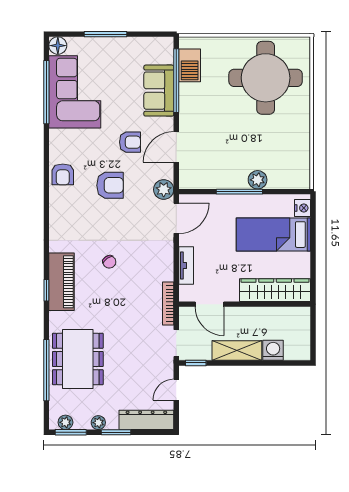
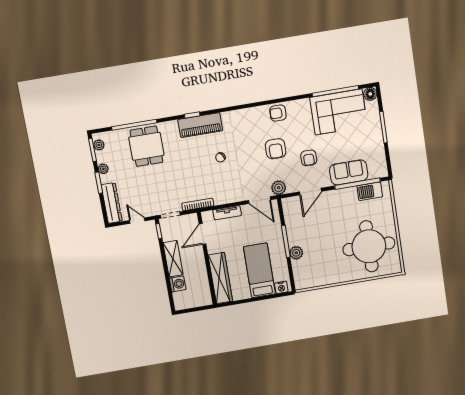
door: (176, 147) -> (310, 192), swing flipped
dining table: (78, 359) -> (146, 146), width x0.73

